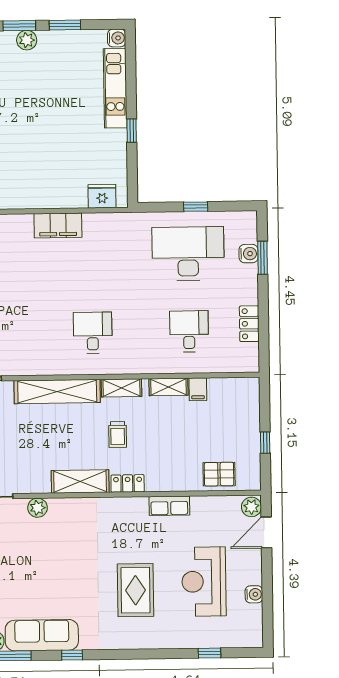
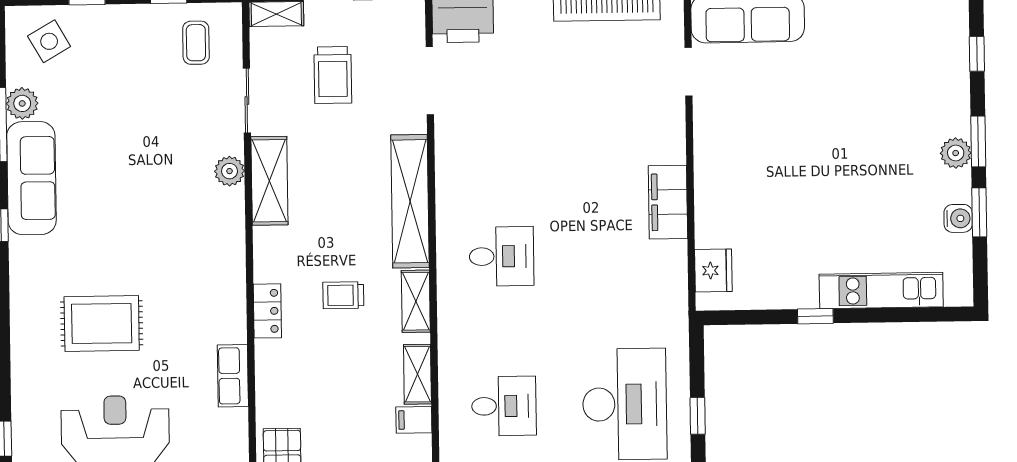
water cooler: (117, 38) -> (958, 218), moved, turned -90
shelving: (80, 481) -> (269, 181), moved

